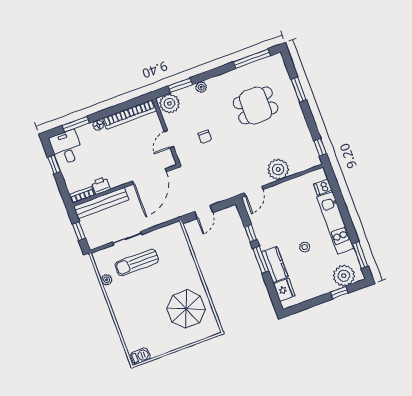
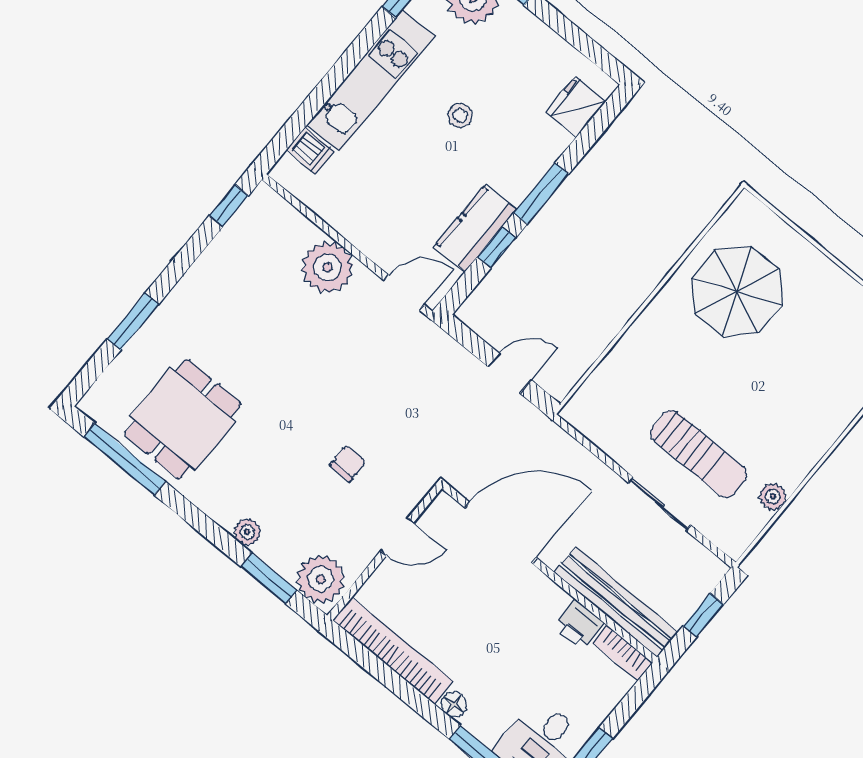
dining table: (255, 105) -> (183, 419), moved, turned 90
kitchen counter: (275, 264) -> (475, 228), moved

